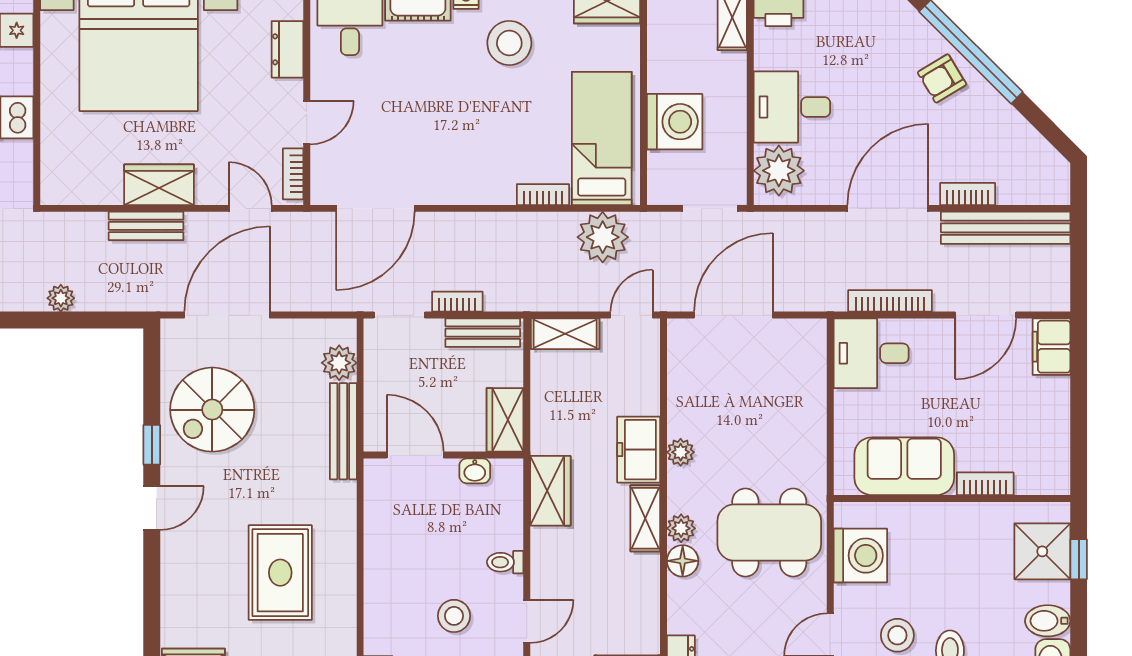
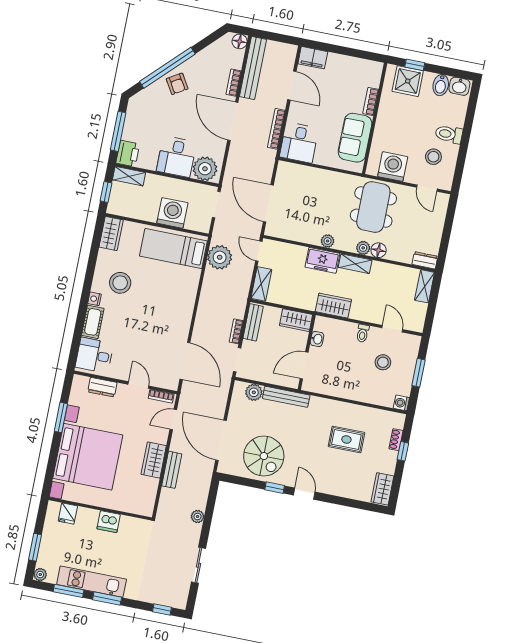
floor lamp: (1055, 189) -> (240, 41), added
bookcase: (543, 195) -> (194, 281), removed
rug: (280, 573) -> (346, 439), width x0.73, depth x0.70

